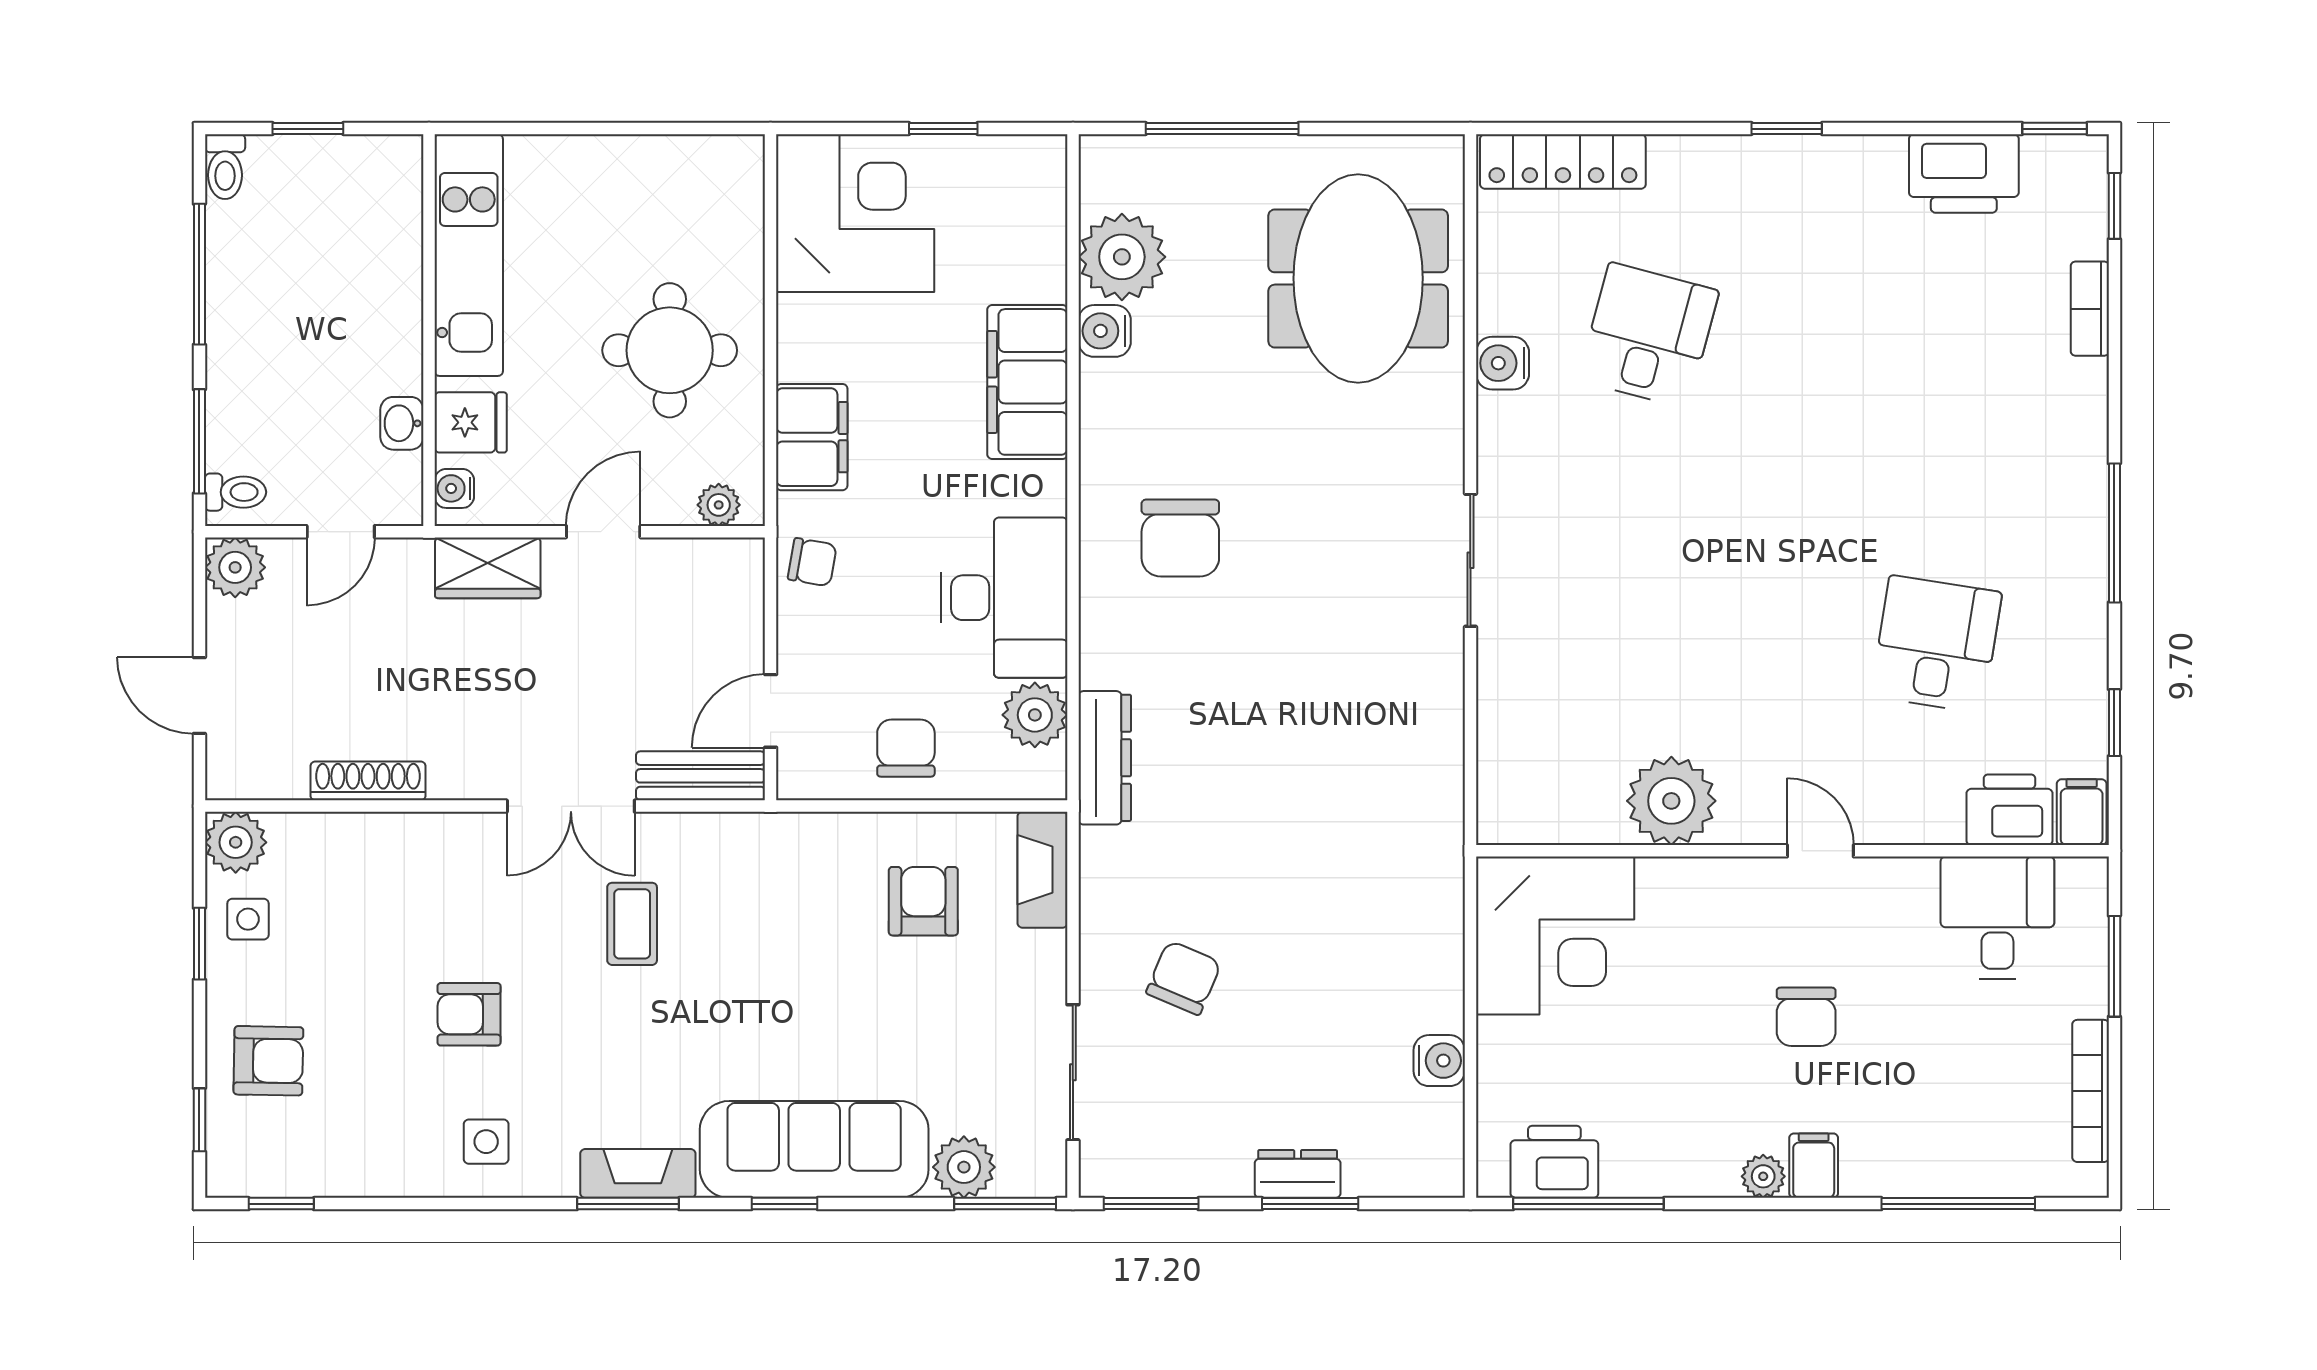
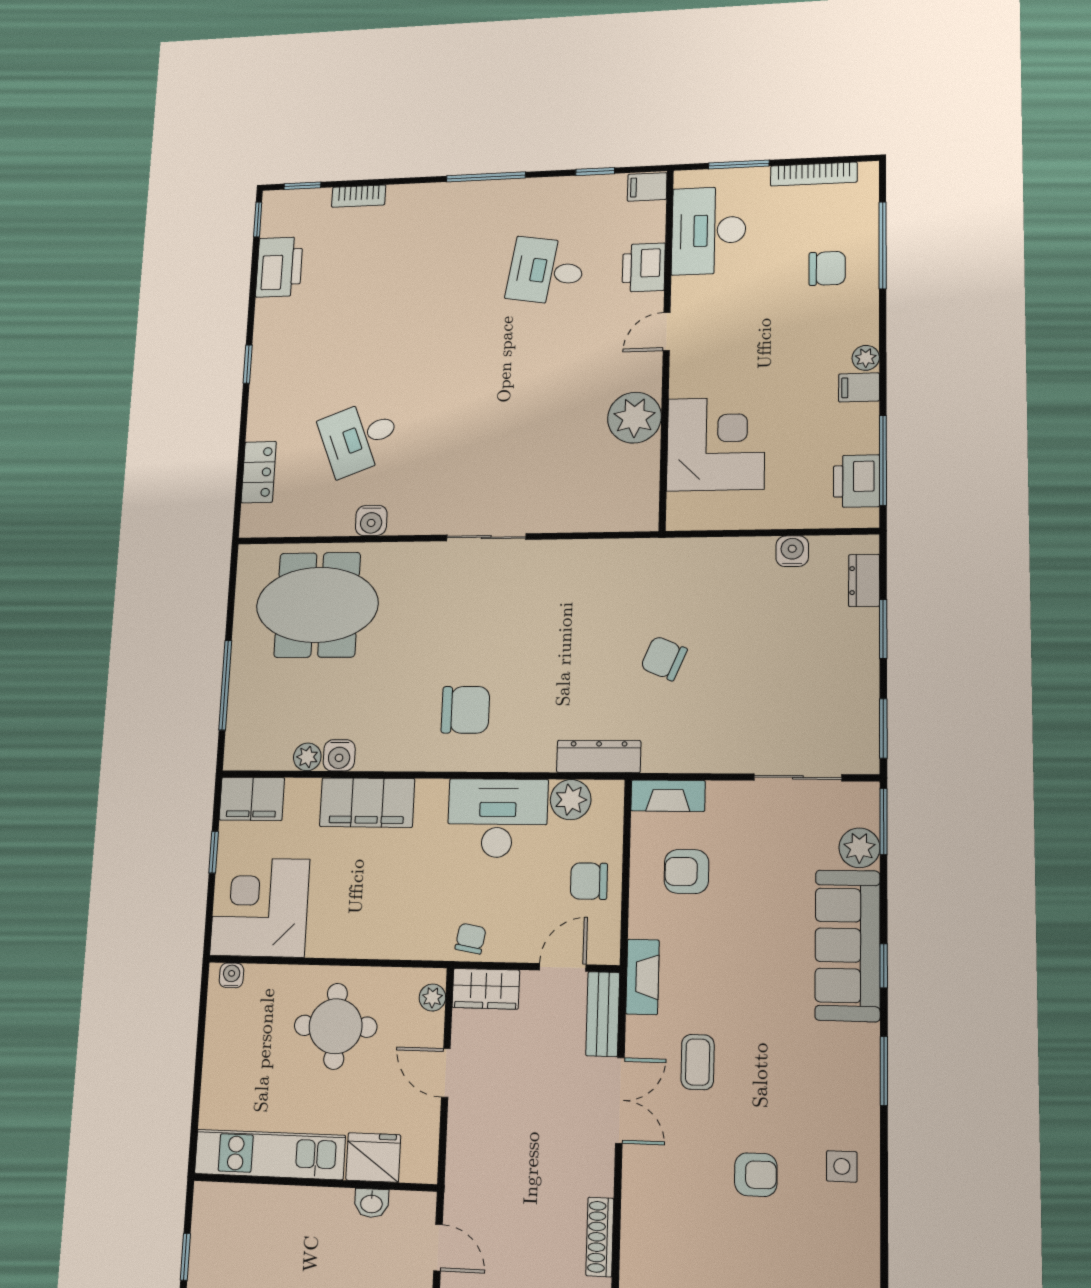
locker: (1563, 162) -> (259, 472), width x0.66
plant: (1122, 257) -> (307, 757), width x0.53, depth x0.53
desk: (1649, 335) -> (360, 438), turned -36
fridge: (471, 422) -> (373, 1157), width x1.38
filing cabinet: (812, 437) -> (252, 799), moved, turned 180
water cooler: (454, 488) -> (231, 975), moved, turned 180
wardrobe: (488, 568) -> (486, 989), moved, turned 90
door: (771, 711) -> (563, 967), swing flipped
printer: (2009, 810) -> (644, 267), moved
desk: (1997, 918) -> (709, 231), width x1.37
coffee table: (632, 924) -> (698, 1062), turned 90
corner desk: (1555, 936) -> (716, 444), moved
chair: (1184, 978) -> (664, 658), moved
armchair: (469, 1014) -> (756, 1175), turned -90
chair: (1806, 1017) -> (827, 268), moved
filing cabinet: (1814, 1166) -> (859, 387), moved
fireplace: (638, 1173) -> (642, 977), moved, turned 180
dresser: (1298, 1174) -> (864, 580), moved

